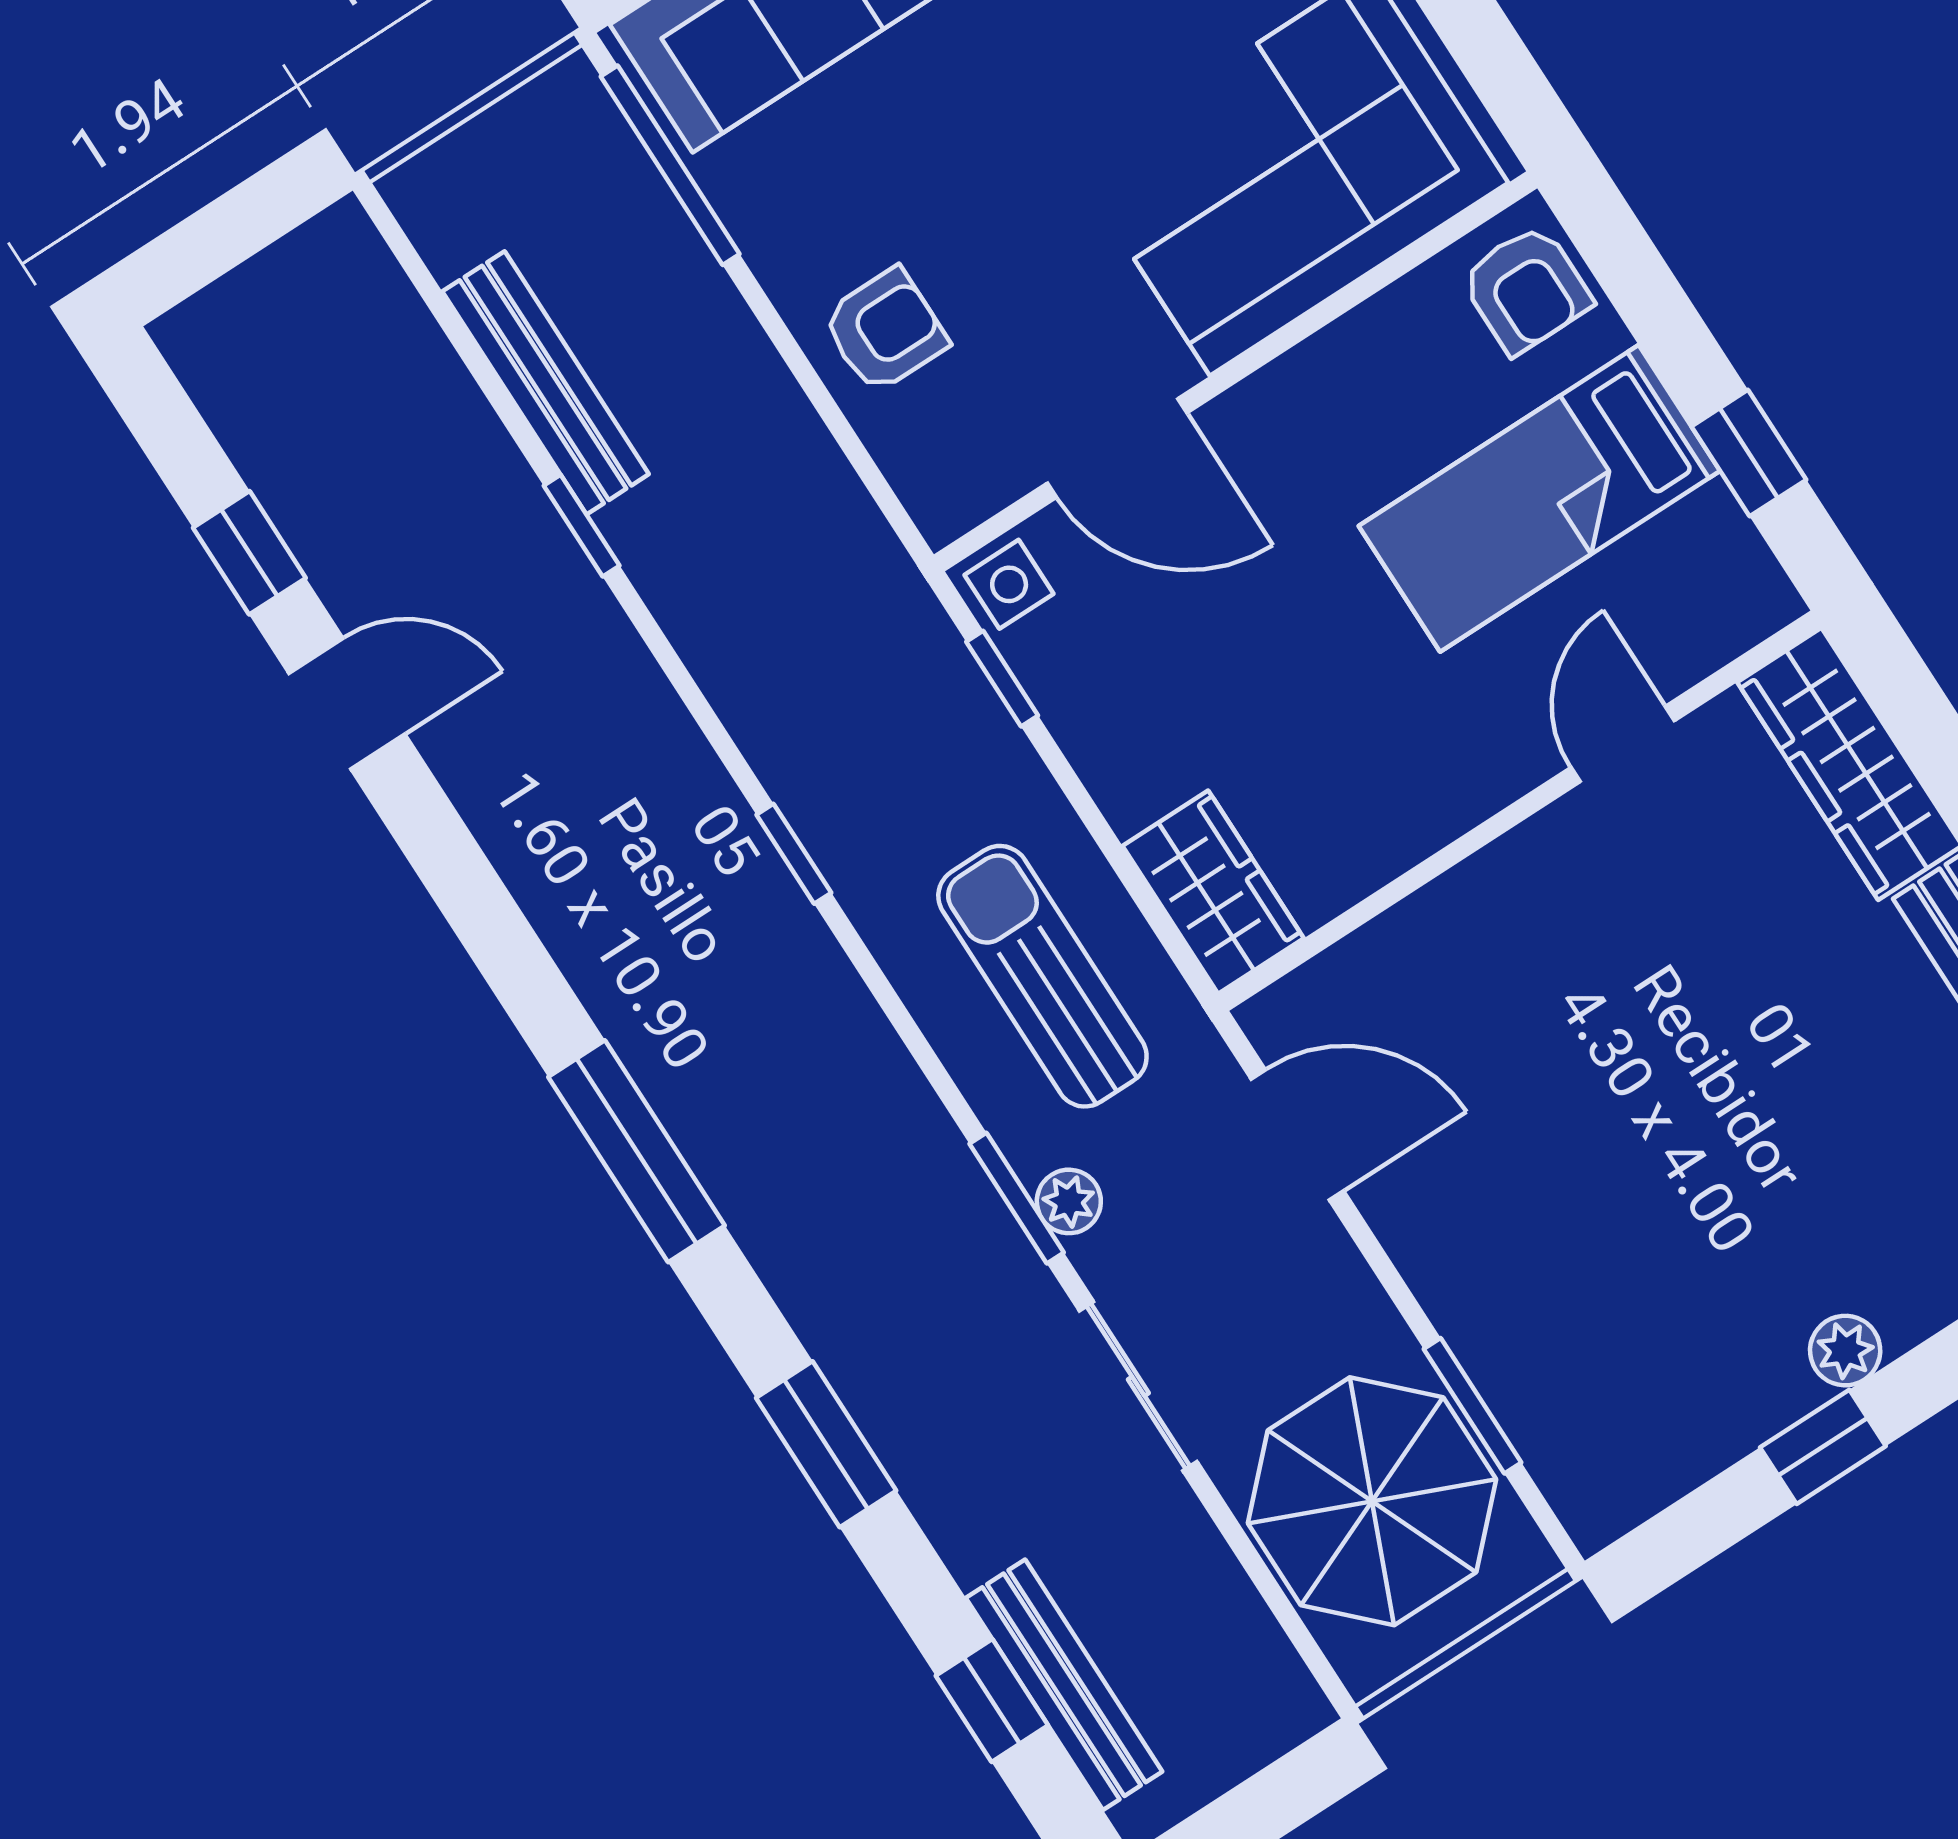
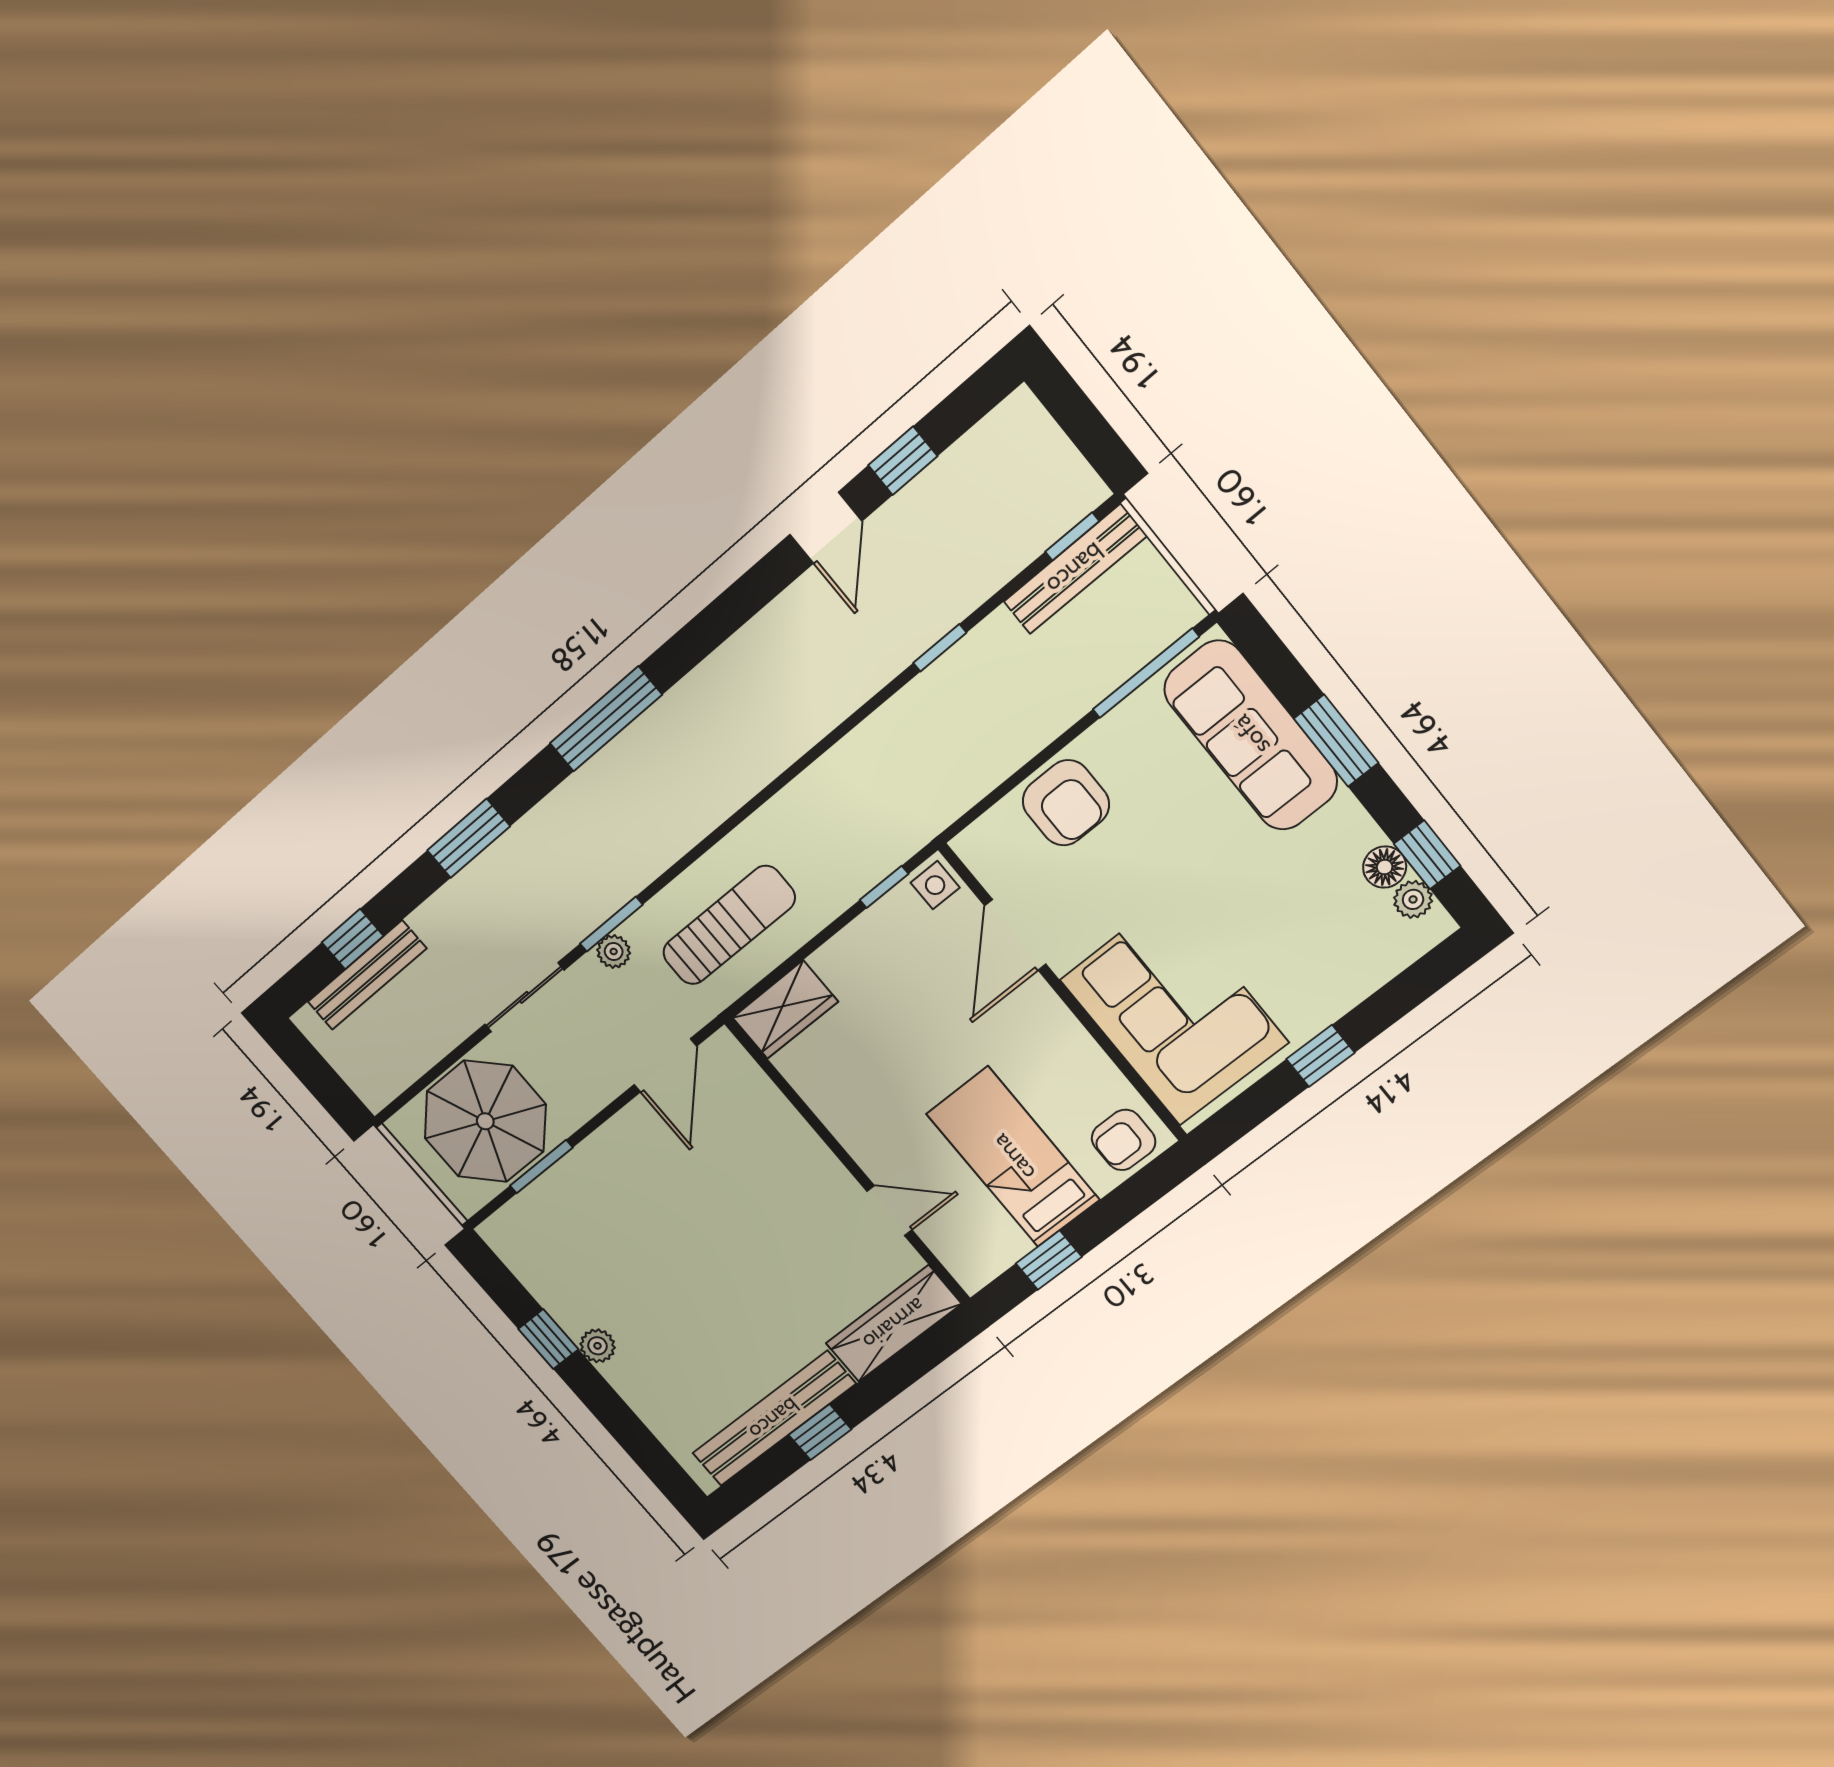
armchair: (885, 330) -> (1066, 803), width x1.38, depth x1.38
bench: (546, 383) -> (1075, 569), moved
window: (794, 854) -> (1072, 536), moved

